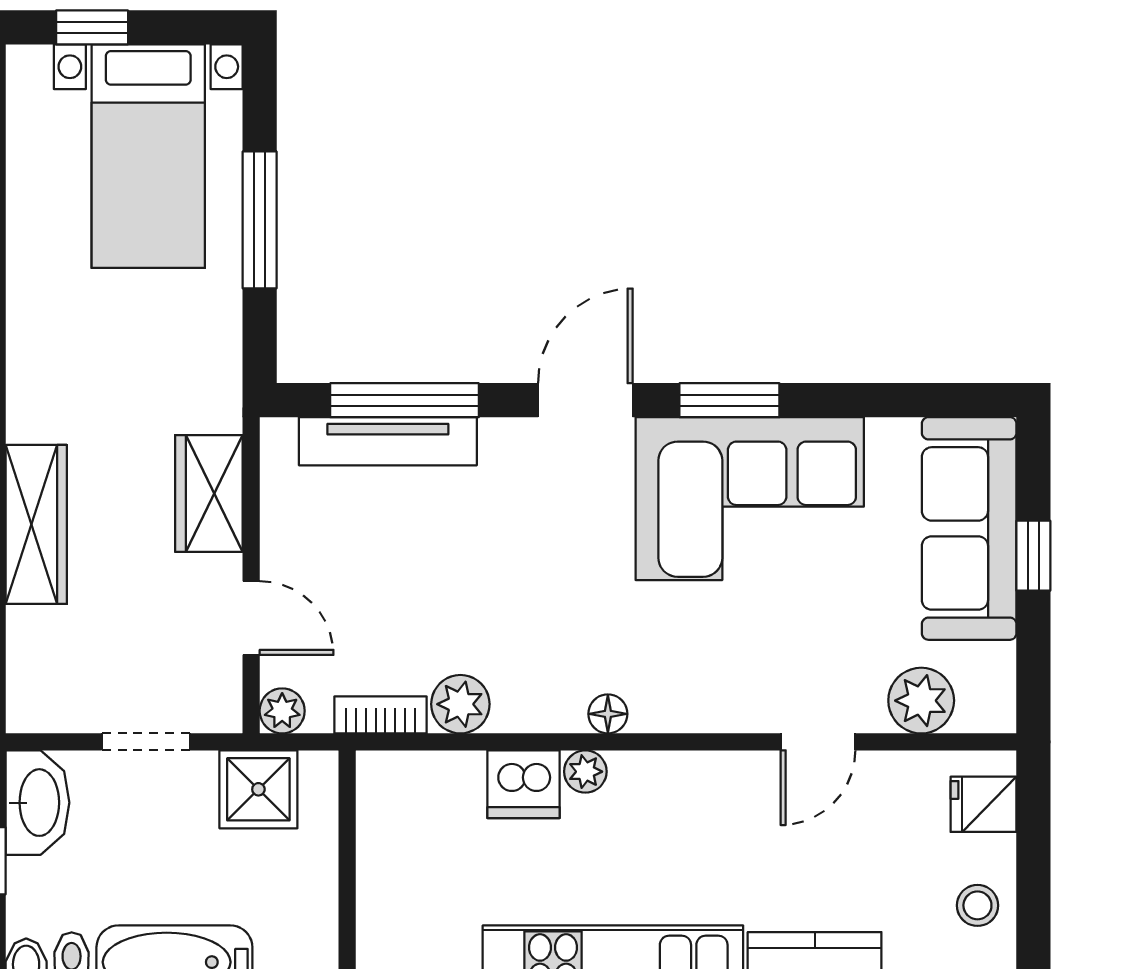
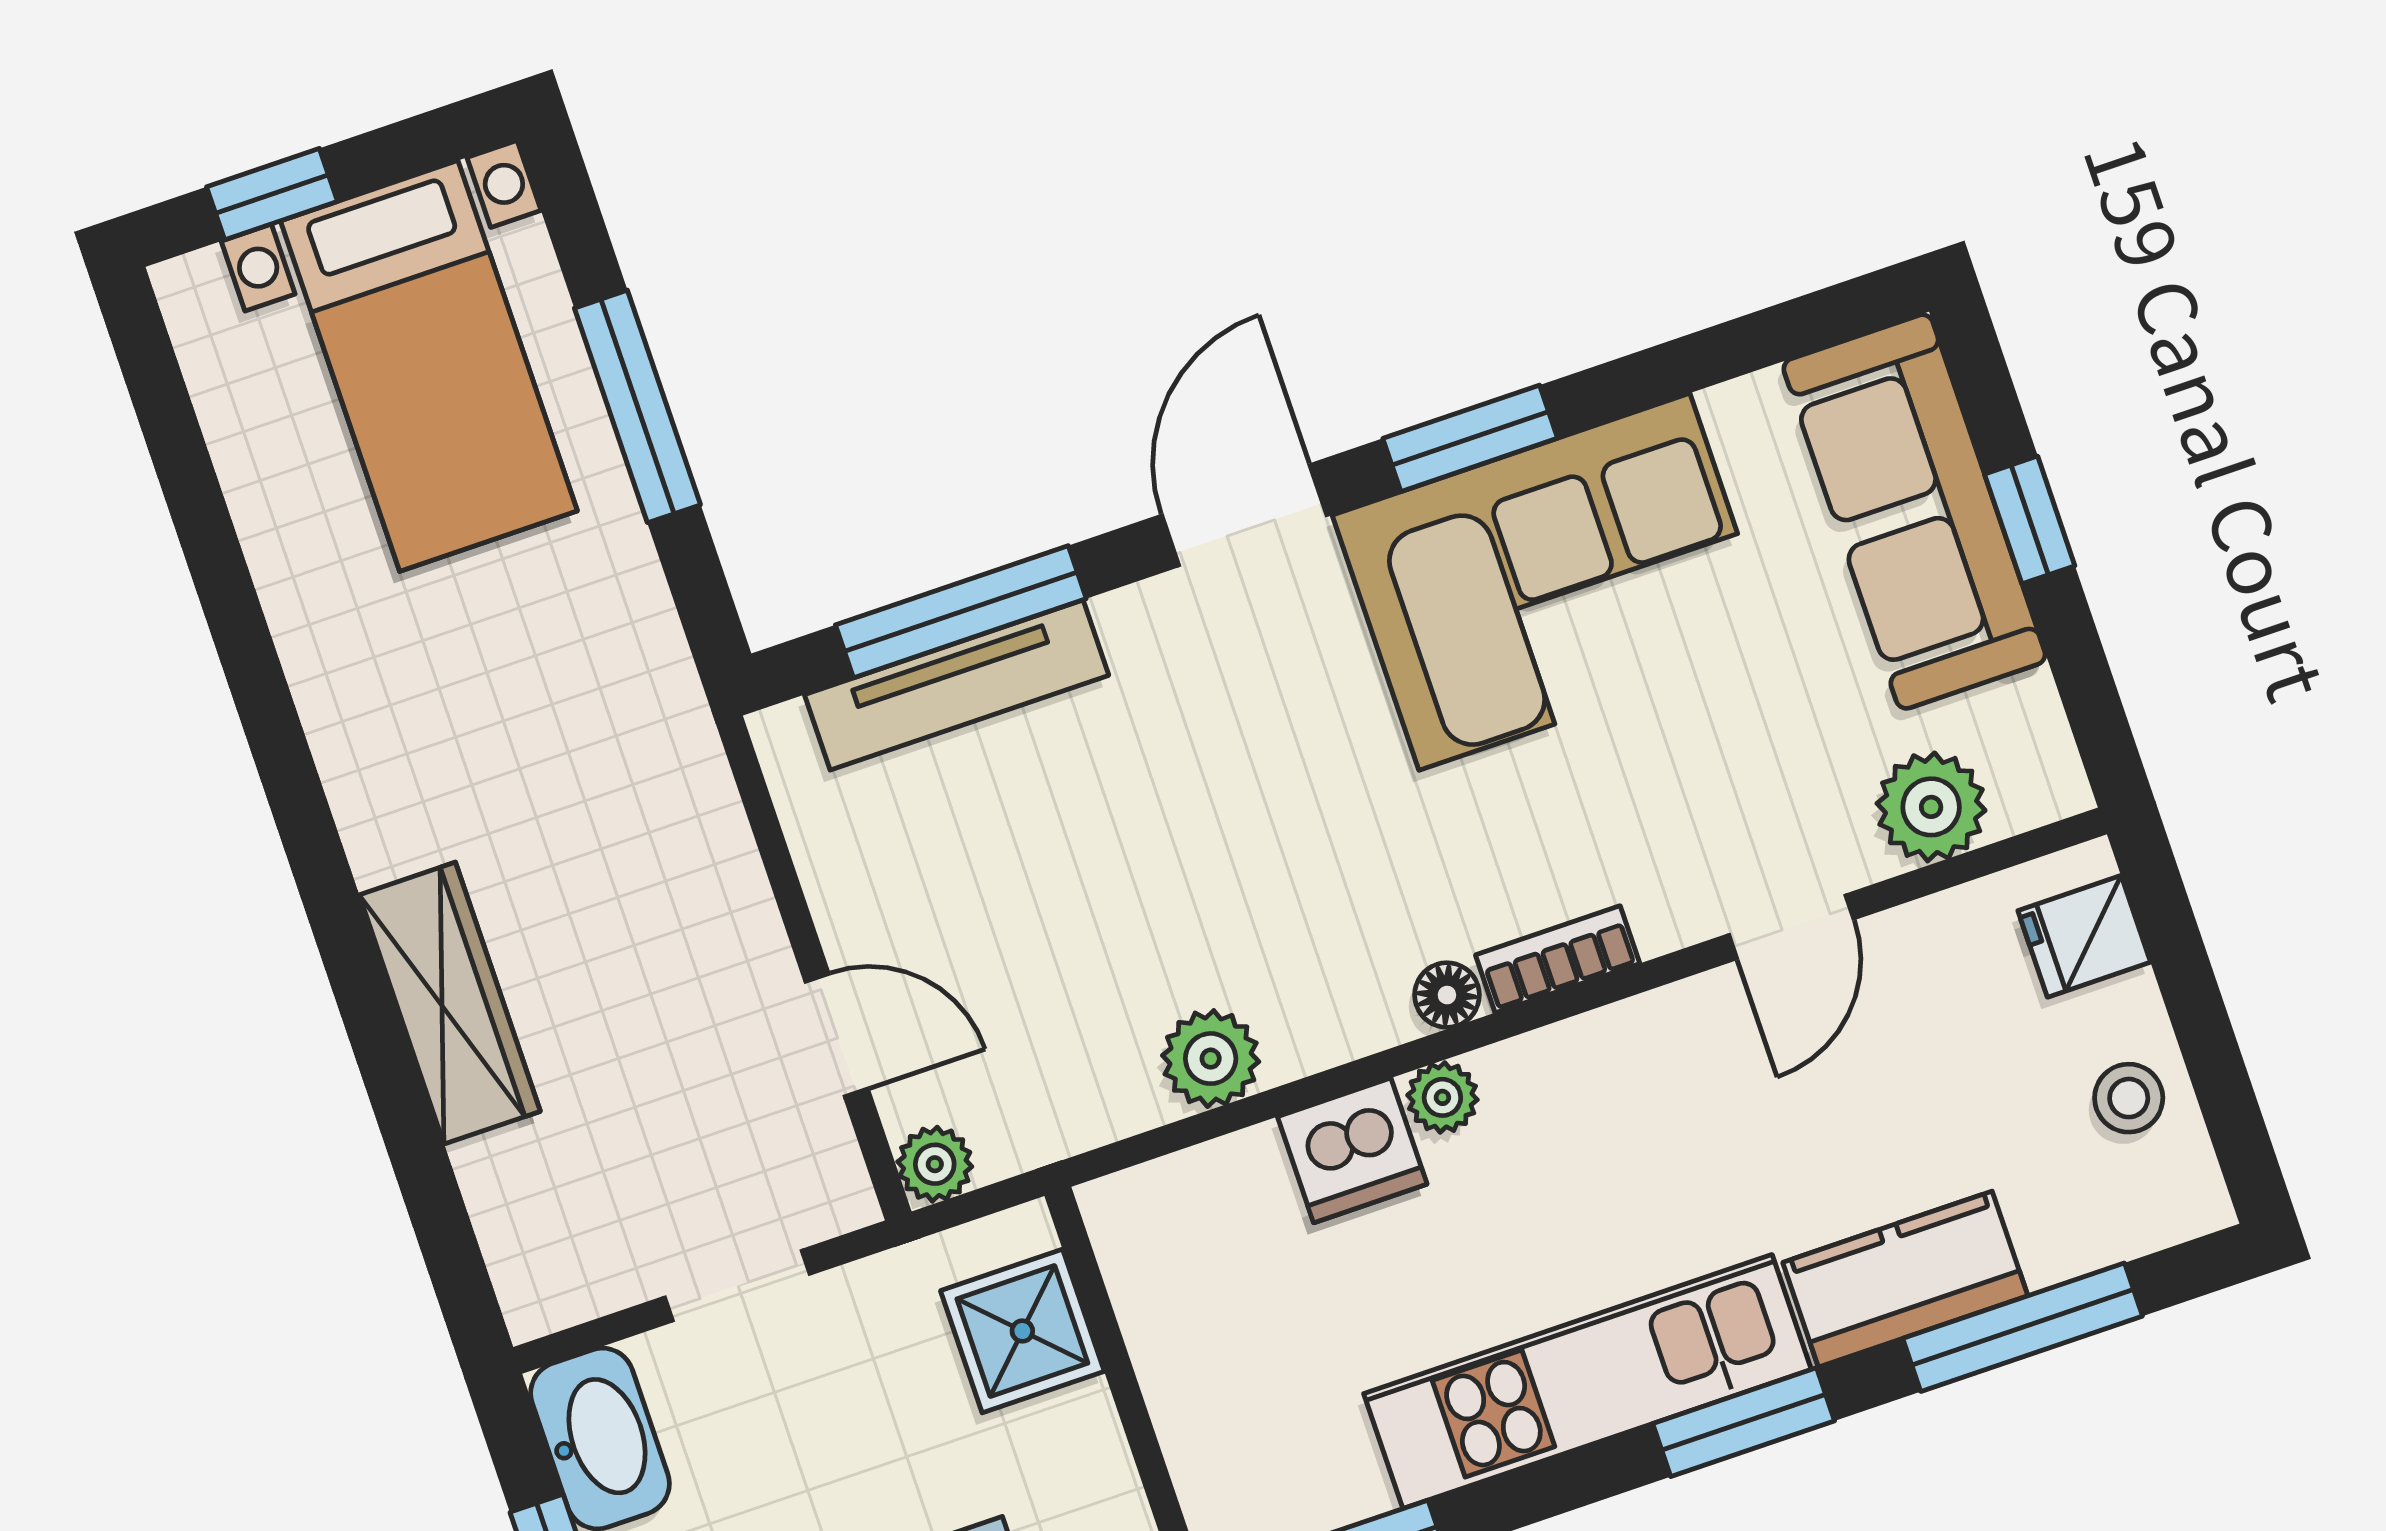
wardrobe: (209, 493) -> (704, 862), removed
bookcase: (381, 715) -> (1558, 959), moved
shower: (258, 789) -> (1022, 1331), moved

